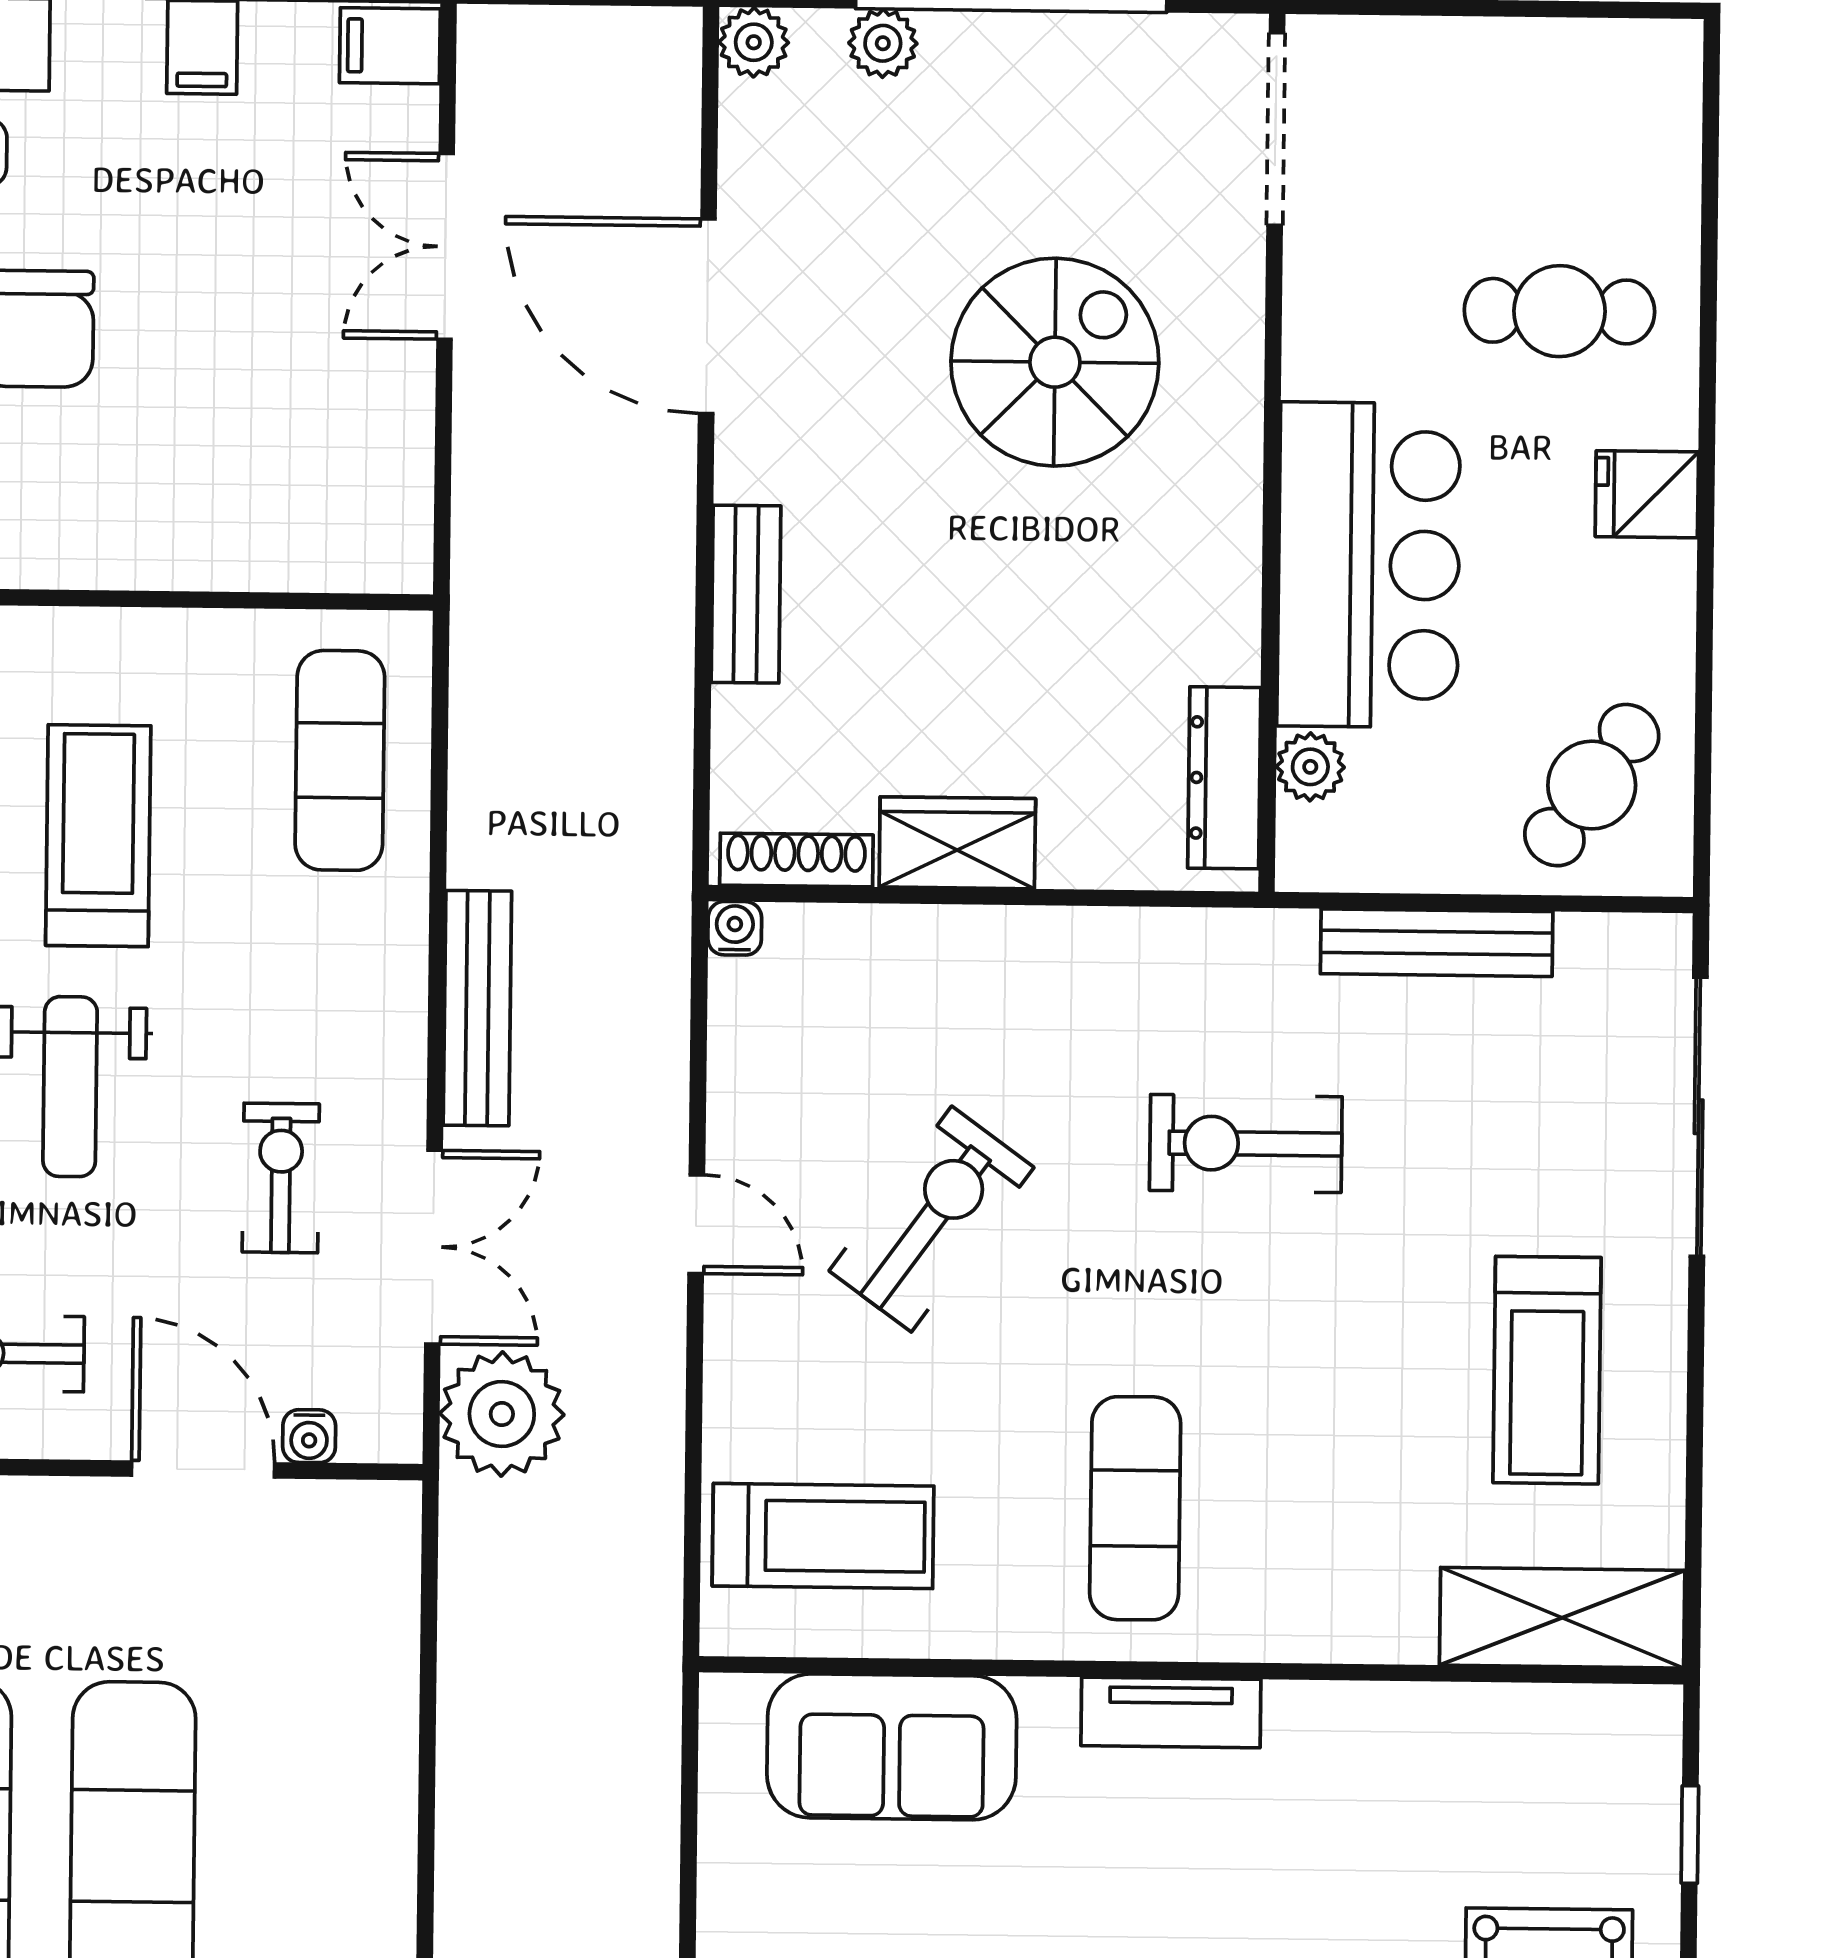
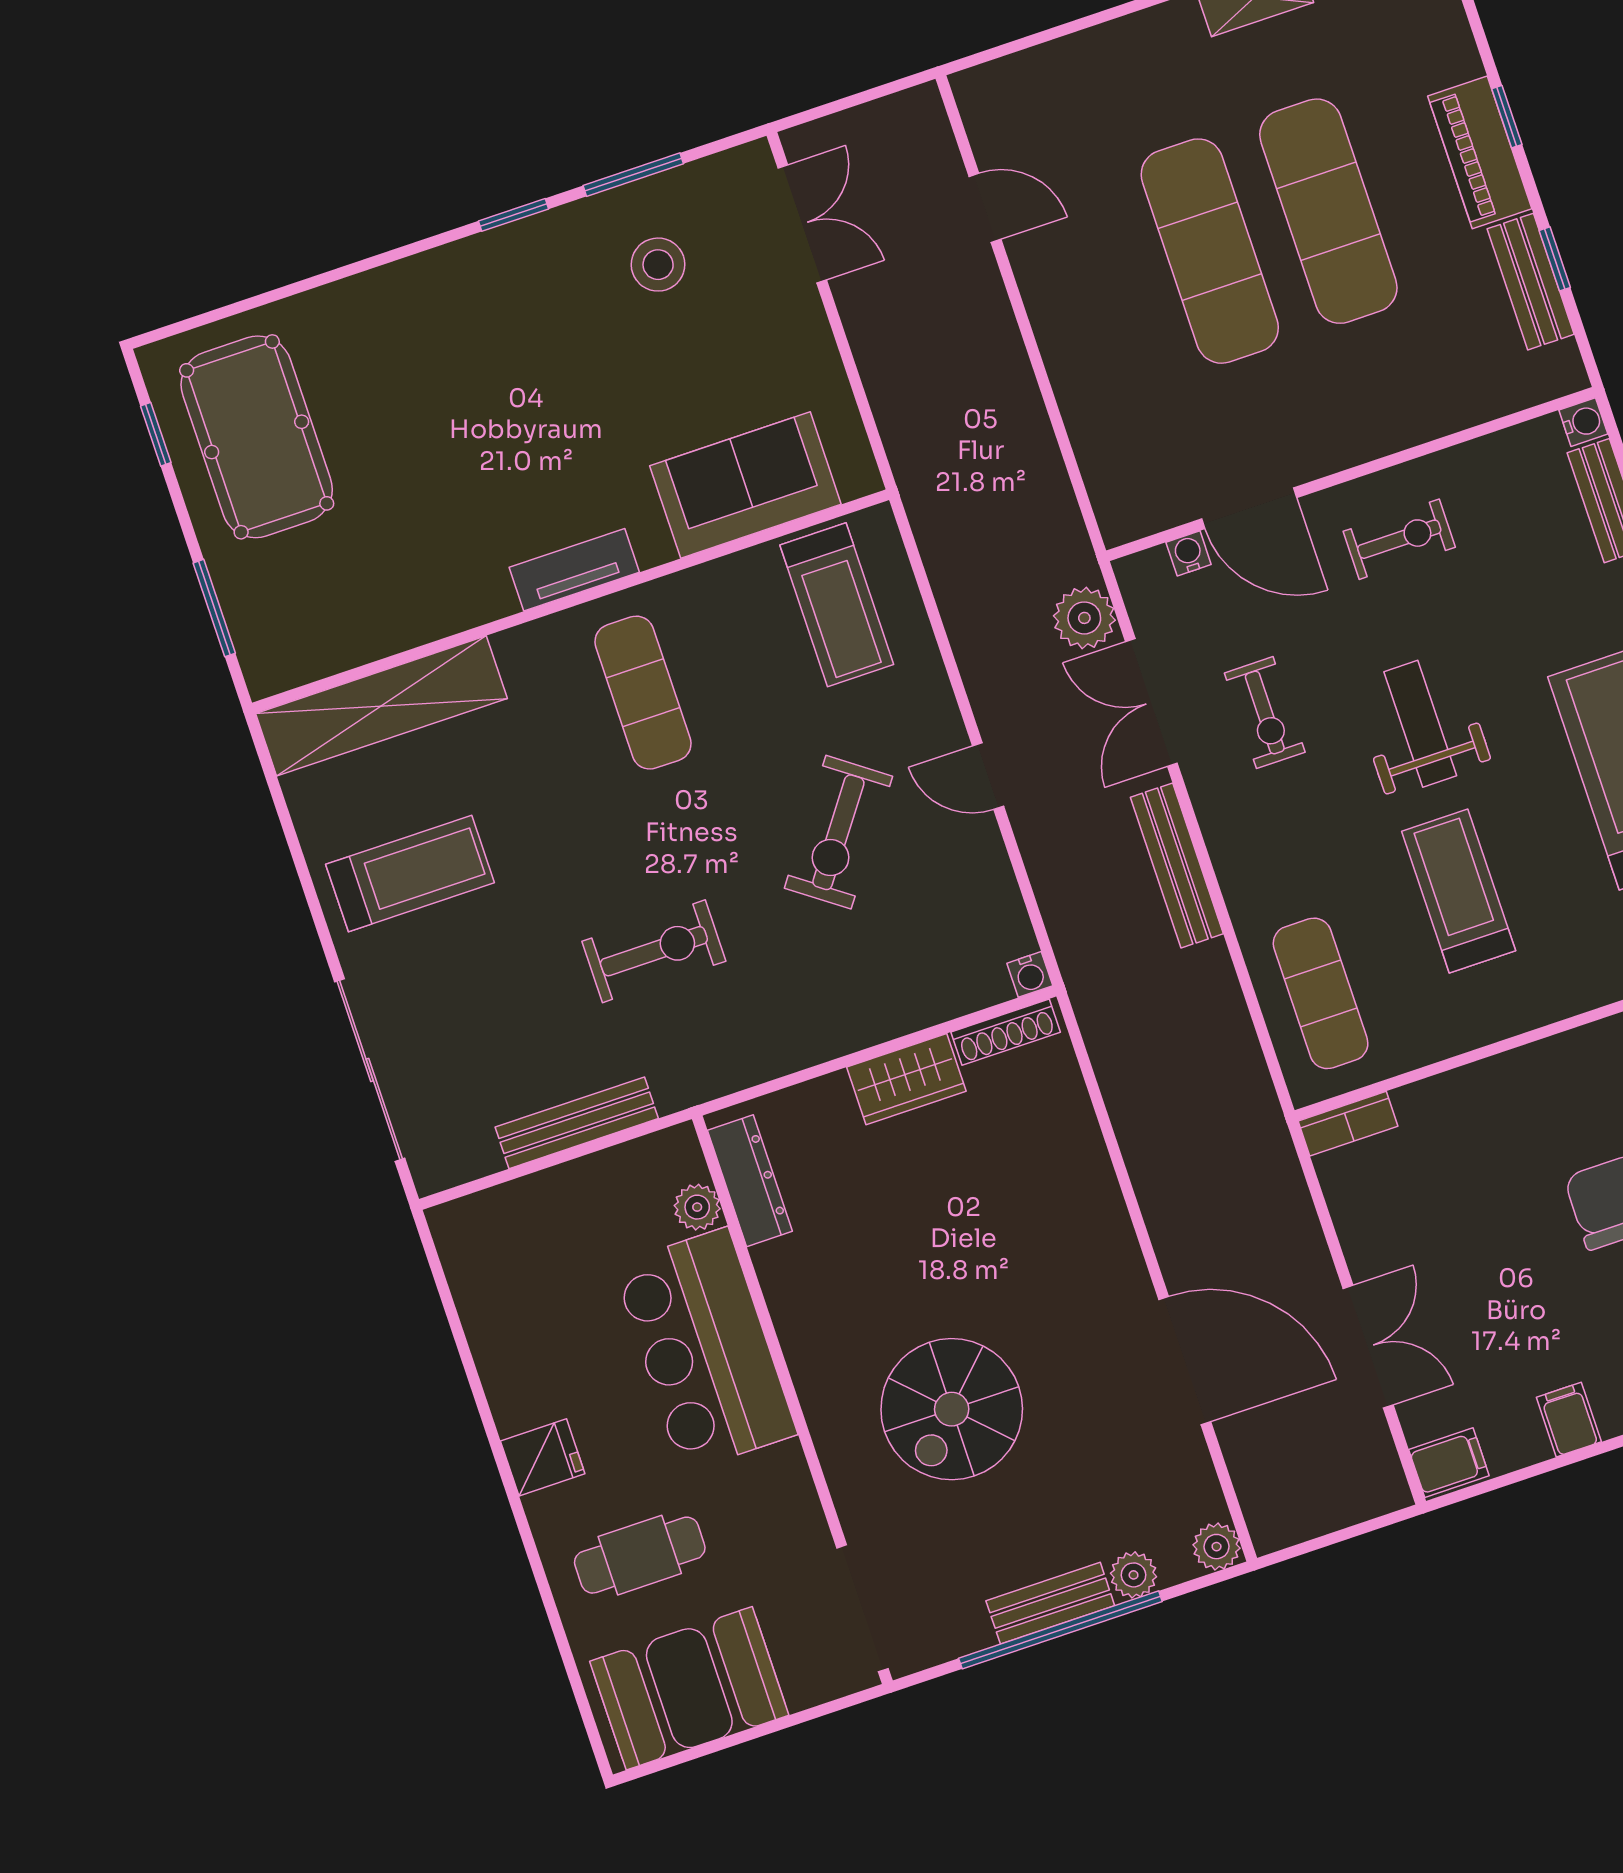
booth: (1555, 102) -> (689, 1688), added
bookcase: (365, 566) -> (1348, 1124), added
bench: (746, 594) -> (1050, 1603), moved, turned 90
cafe table: (1592, 785) -> (513, 1259), removed
treadmill: (98, 836) -> (1459, 891), turned 180
treadmill: (1547, 1370) -> (410, 874), turned 90
plant: (502, 1414) -> (1084, 618), width x0.73, depth x0.73
treadmill: (823, 1536) -> (837, 605), turned -90
shelving: (1562, 1618) -> (381, 706), width x1.47
window: (1690, 1834) -> (214, 608), width x1.50

